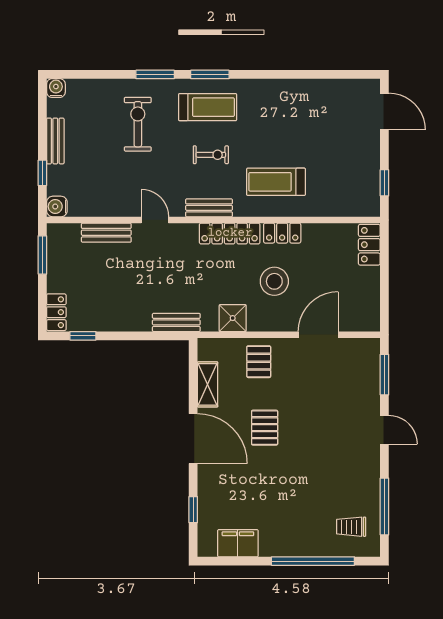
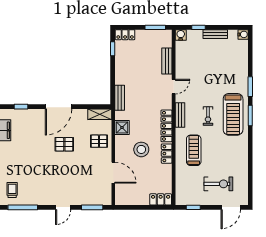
treadmill: (208, 107) -> (233, 114), width x1.37, depth x1.38
exercise bike: (138, 124) -> (218, 184), moved
shelving: (208, 384) -> (100, 114), moved

